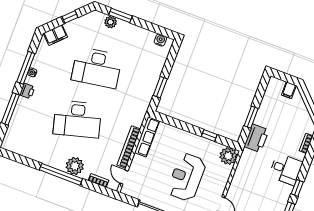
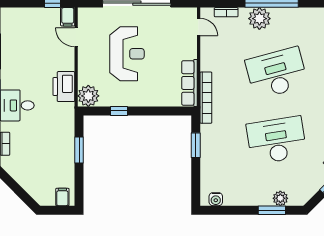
filing cabinet: (289, 90) -> (62, 197), moved
printer: (256, 138) -> (64, 87), moved
bookcase: (129, 147) -> (206, 98), moved

